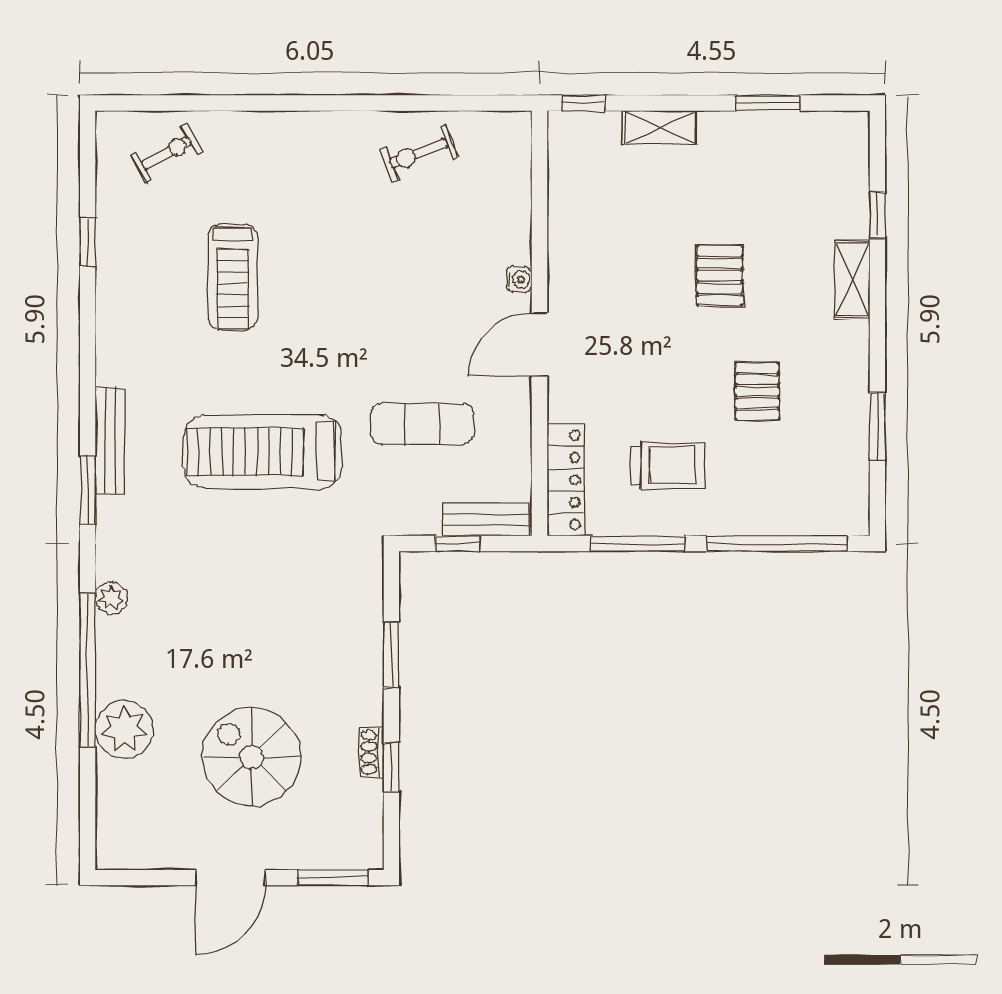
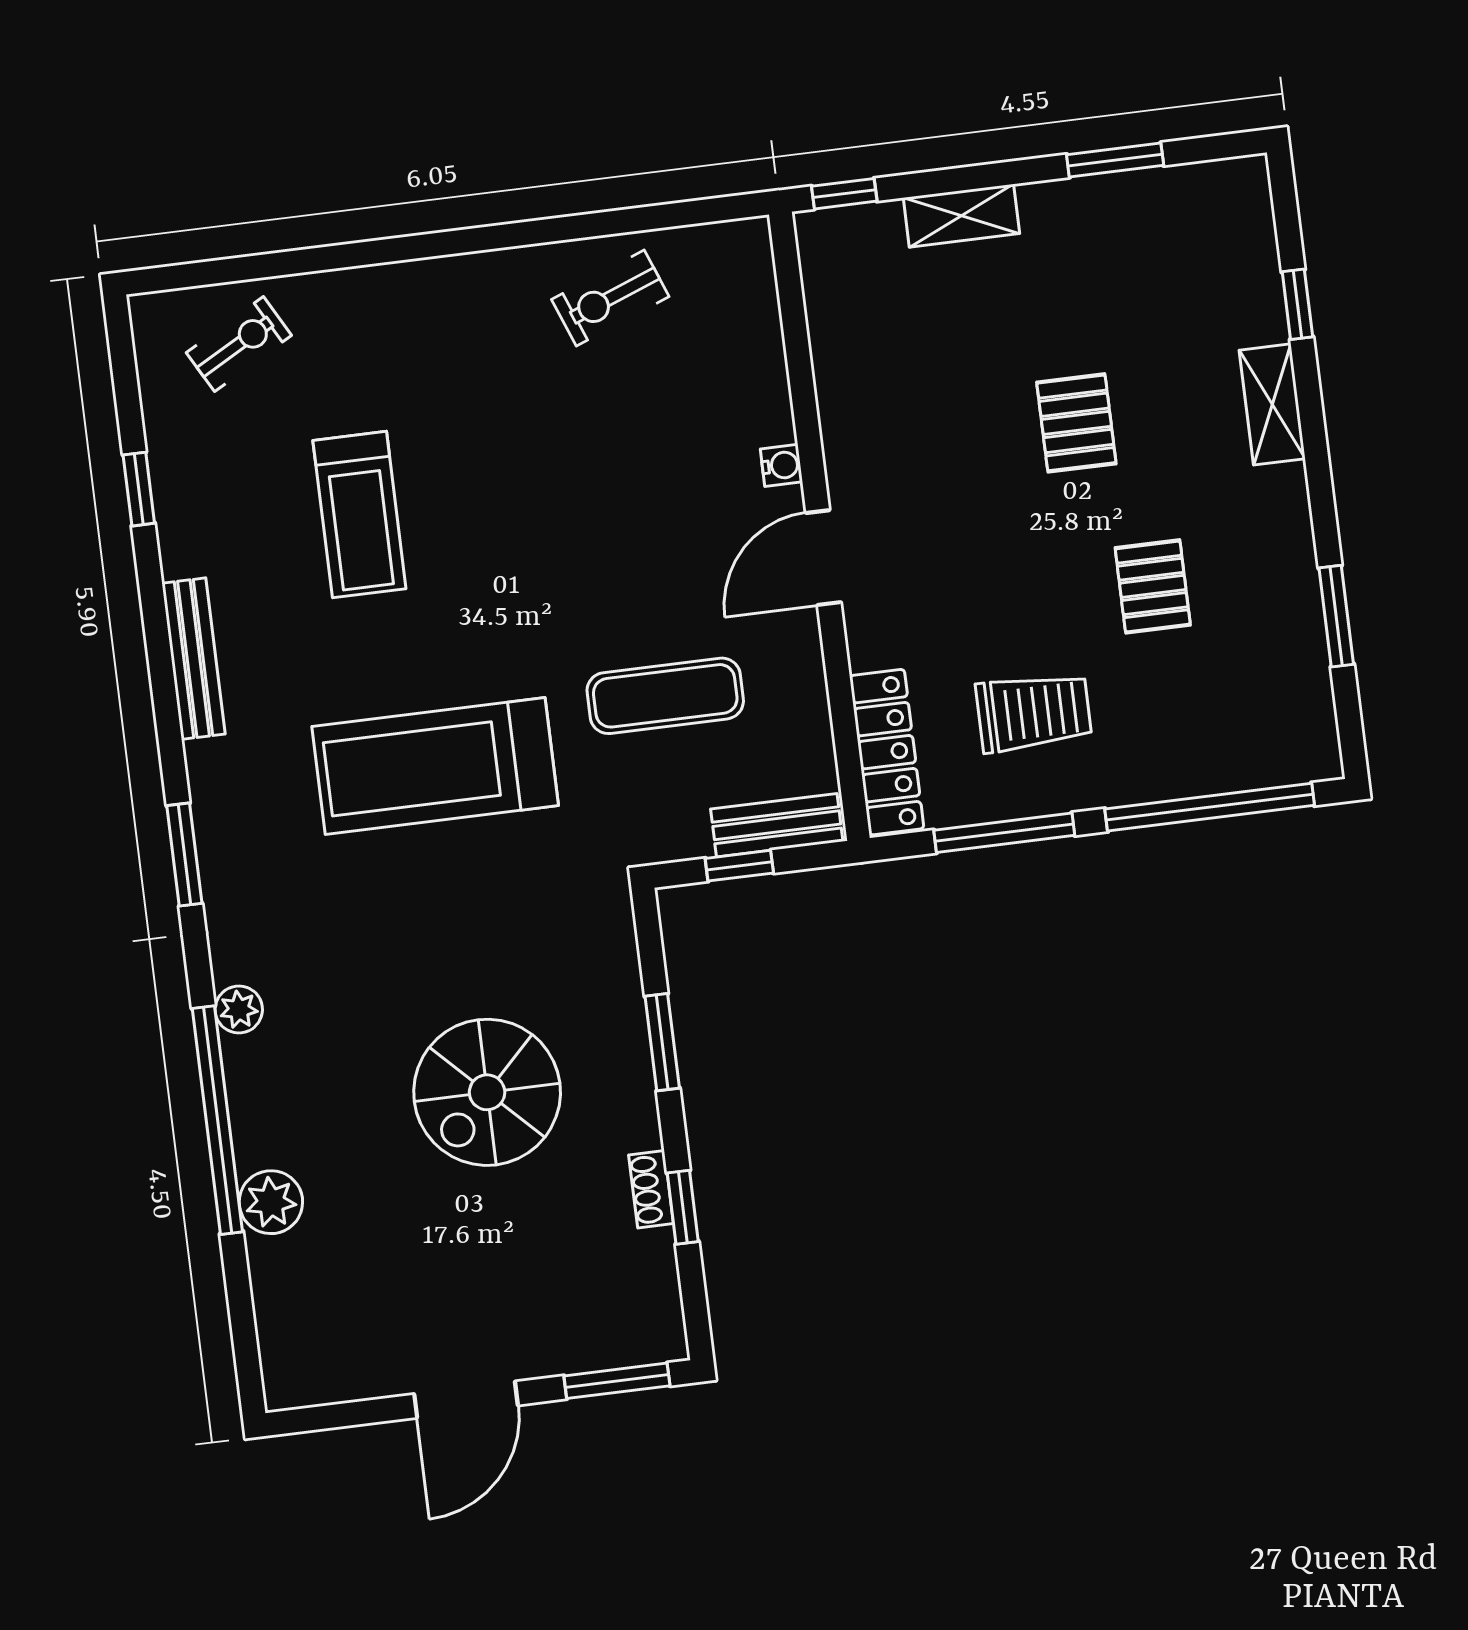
bench: (110, 440) -> (194, 659), moved
plant: (124, 729) -> (271, 1202), width x0.73, depth x0.73
spiral stairs: (252, 757) -> (487, 1092), moved, turned -90

